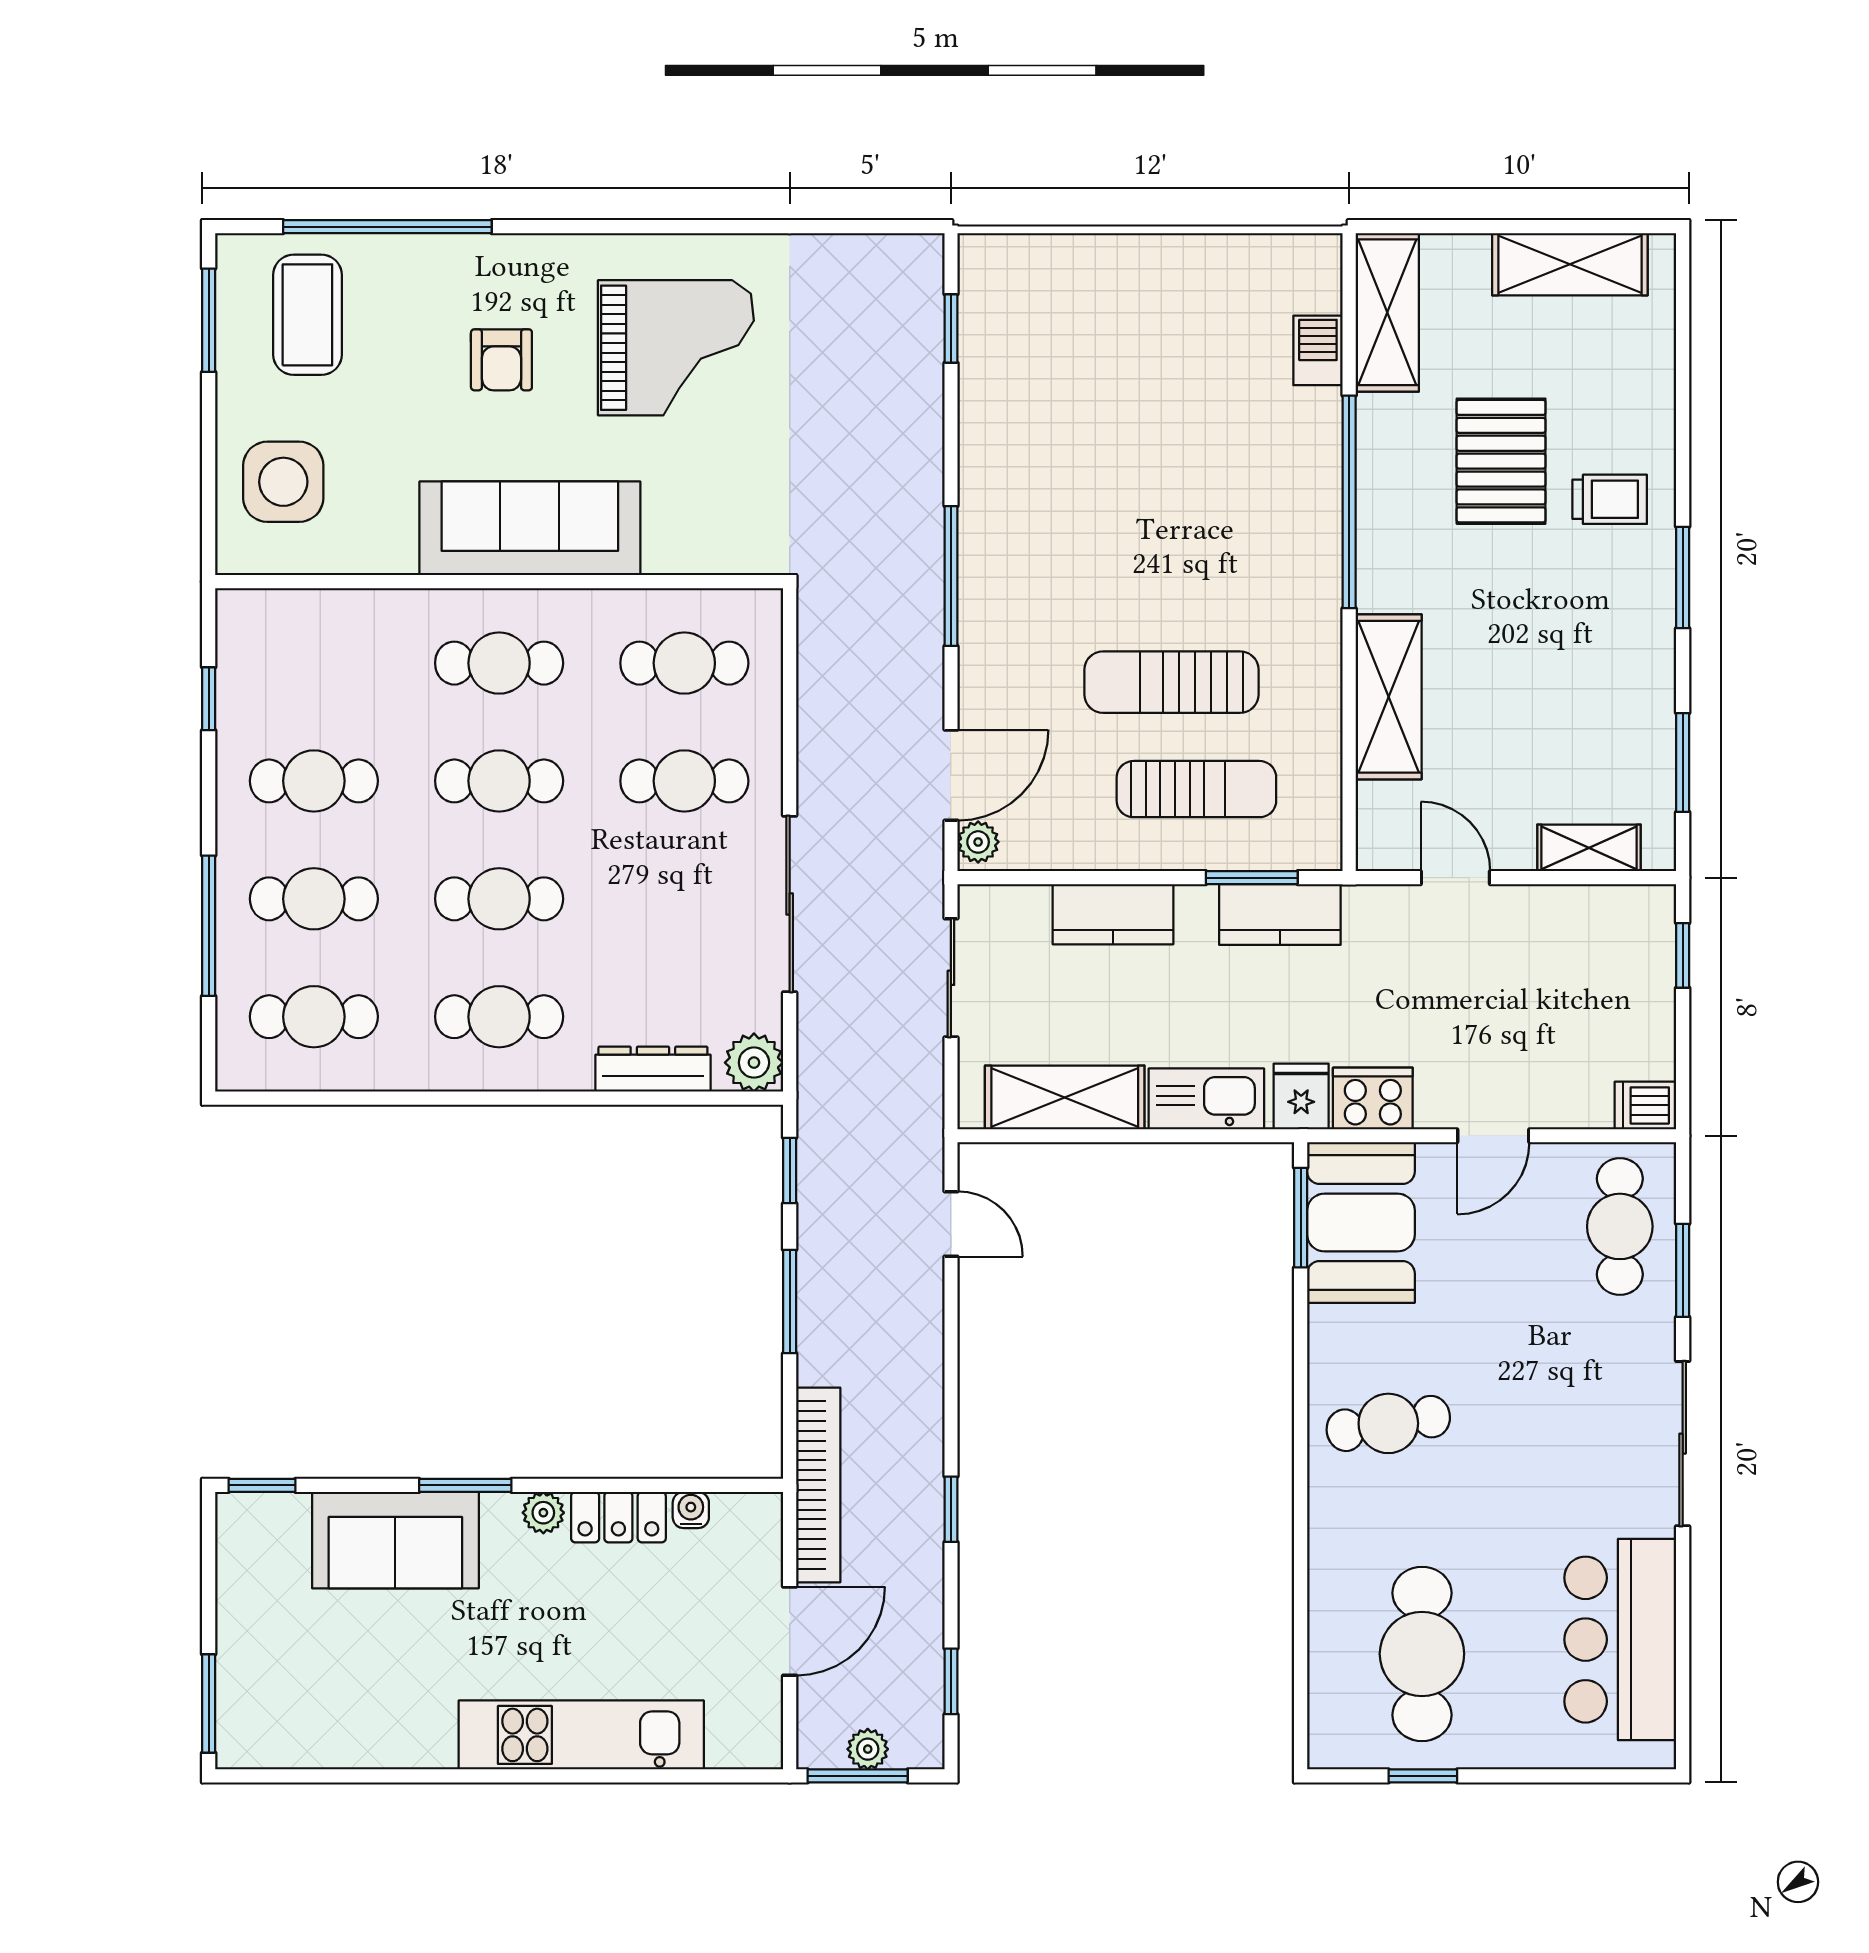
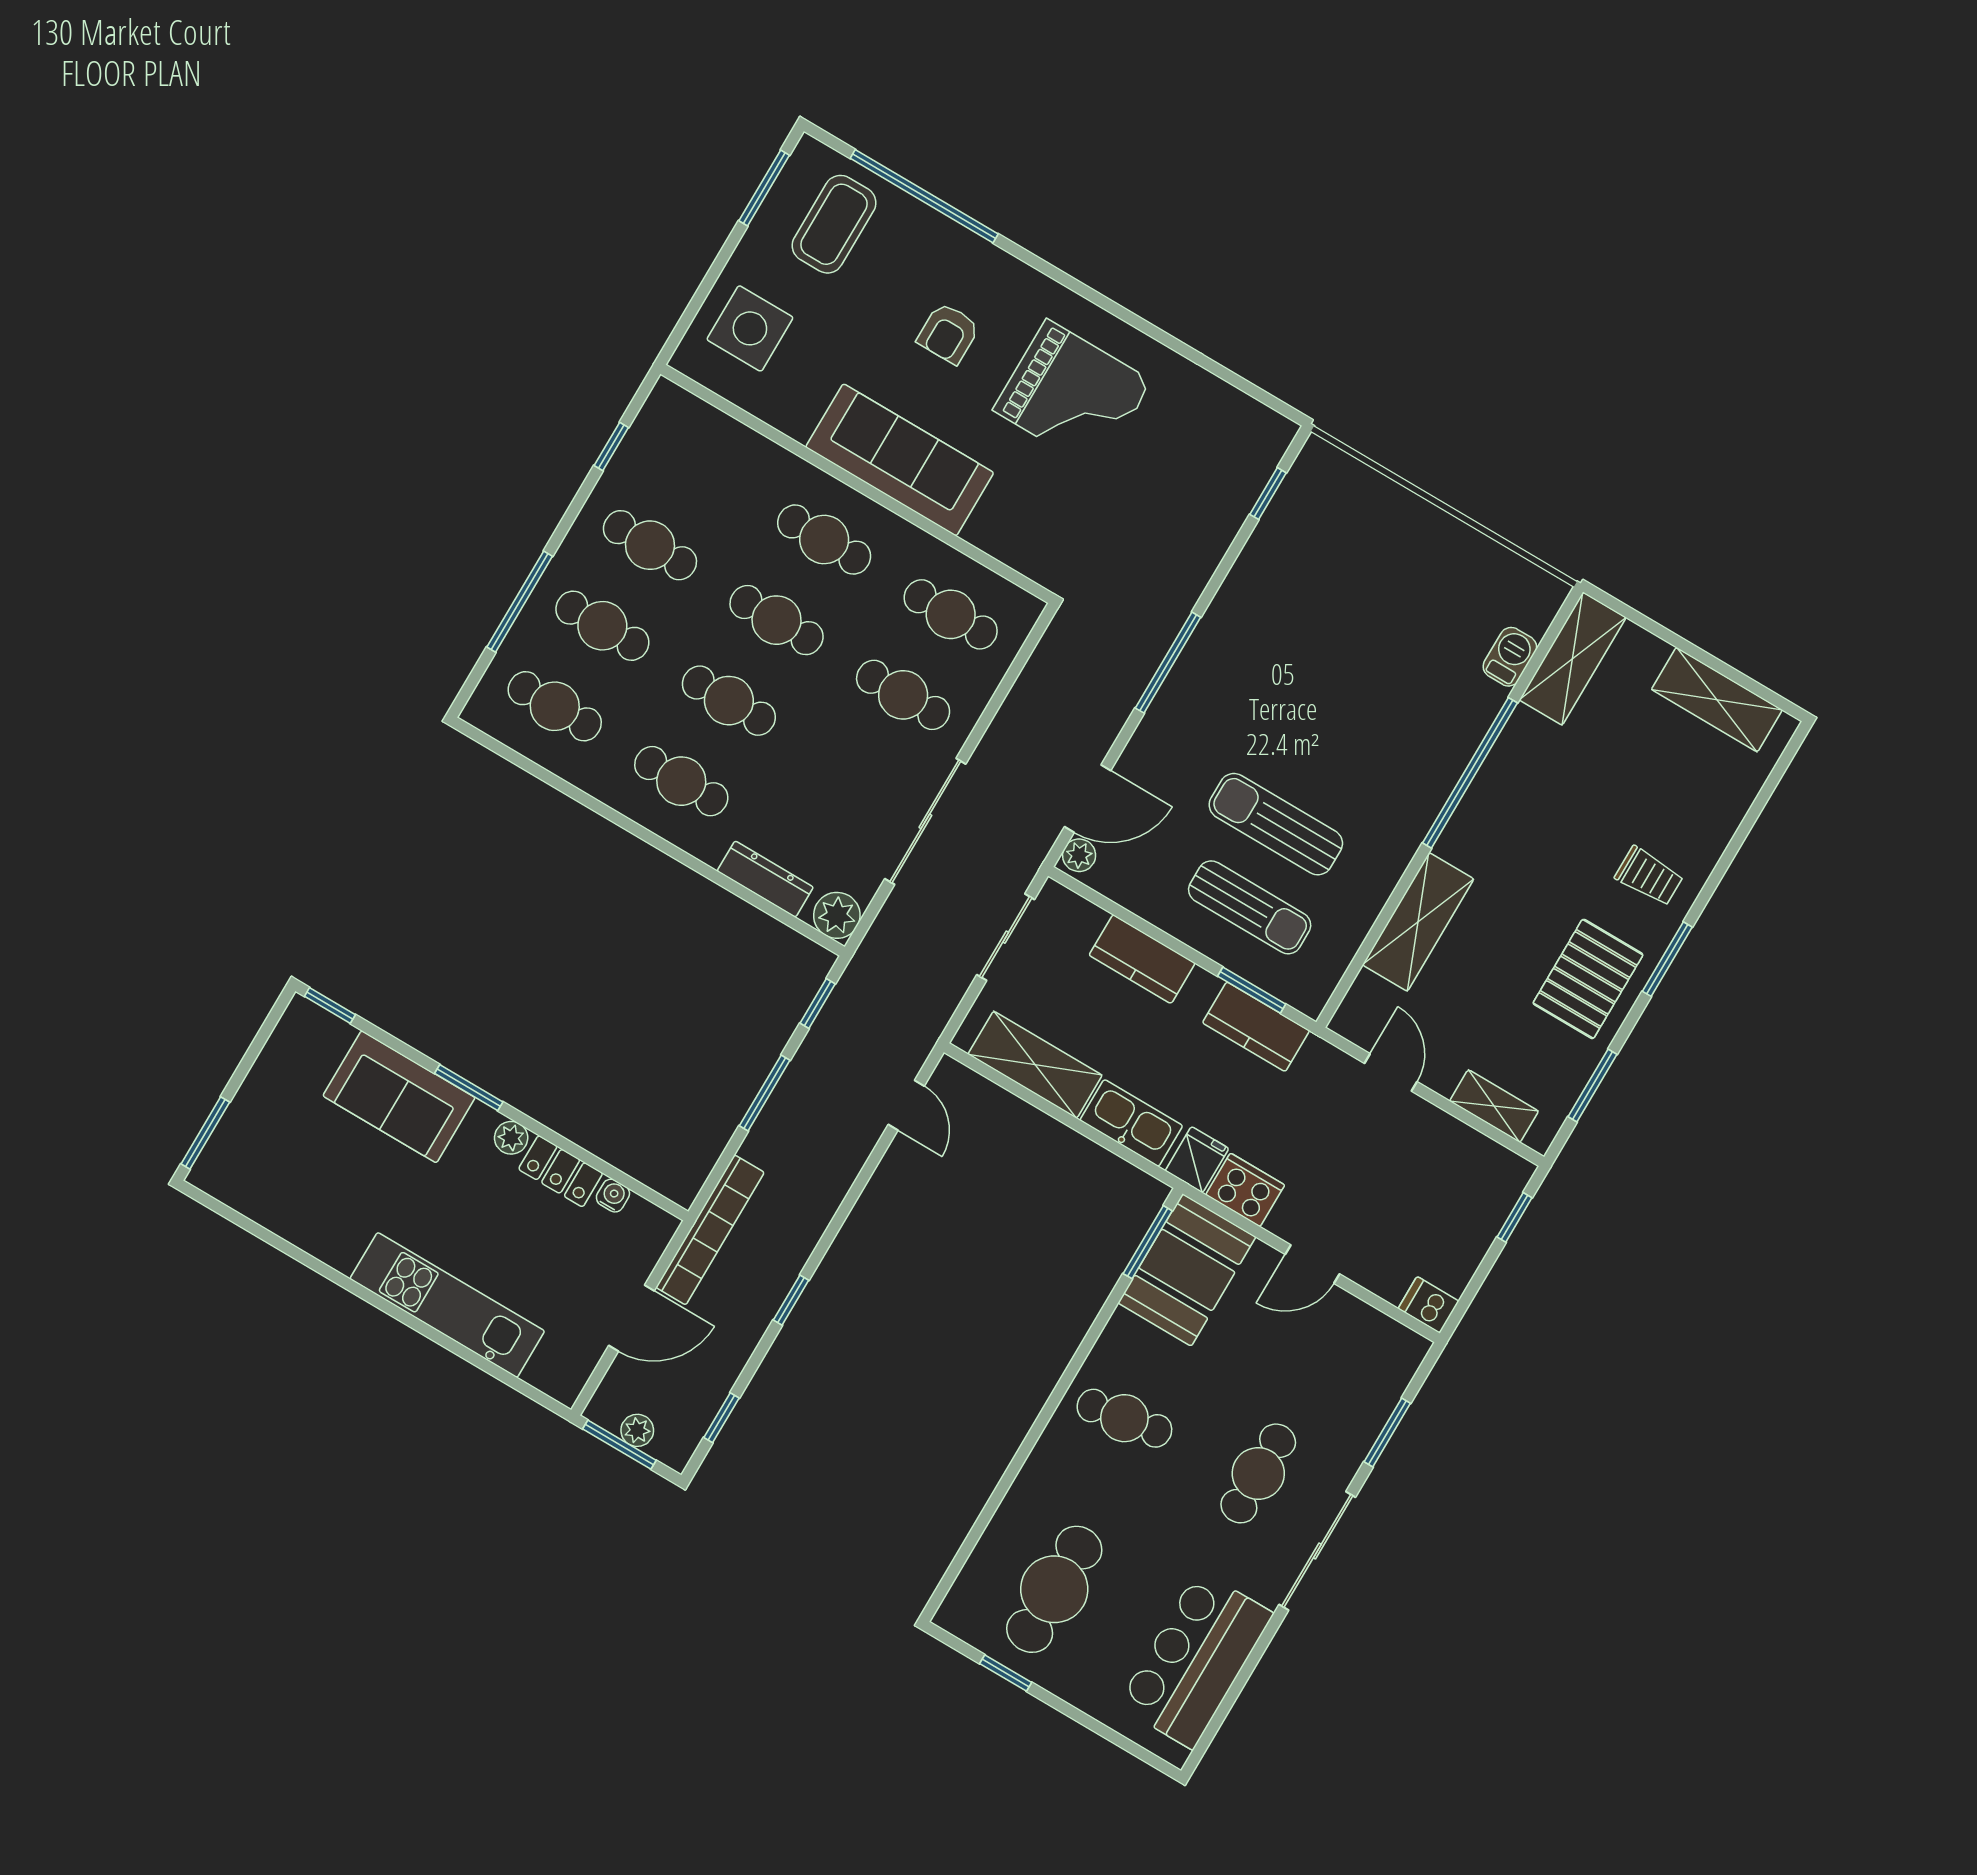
pallet: (1501, 461) -> (1588, 979), moved
cafe table: (1620, 1226) -> (1258, 1473), moved

